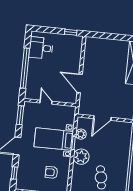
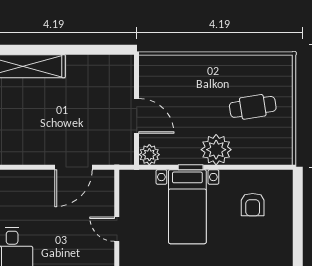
door: (46, 102) -> (117, 229), hinge flipped
plant: (81, 134) -> (149, 155), moved

